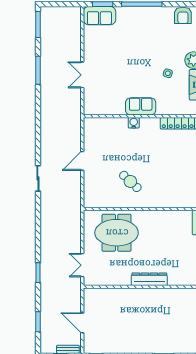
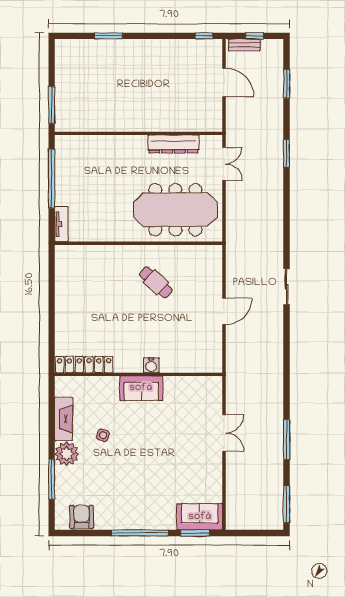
meeting table: (117, 233) -> (175, 210), width x1.36
dresser: (149, 279) -> (173, 144), moved

